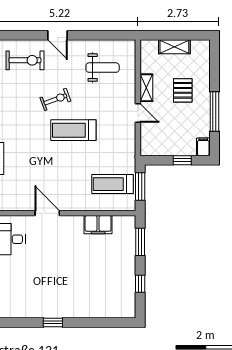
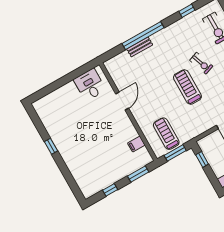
window: (182, 160) -> (202, 159), moved
filing cabinet: (98, 225) -> (136, 144), width x0.50

